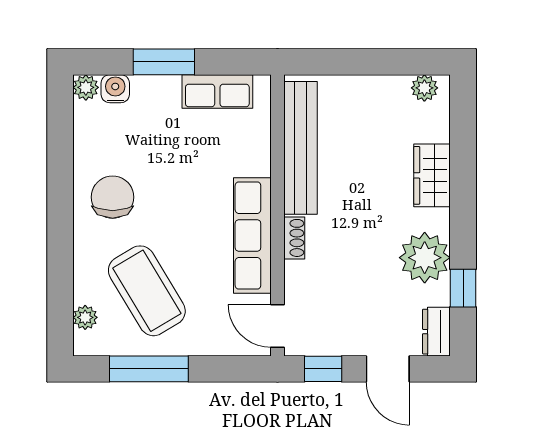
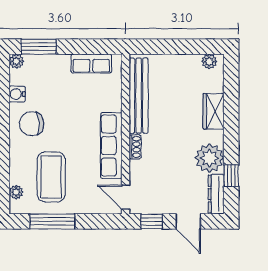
window: (164, 62) -> (39, 47), moved
water cooler: (115, 89) -> (17, 94), moved, turned -90
chair: (113, 197) -> (32, 124), turned -94
coffee table: (147, 291) -> (51, 177), turned 31
dresser: (436, 332) -> (216, 194), width x1.44

